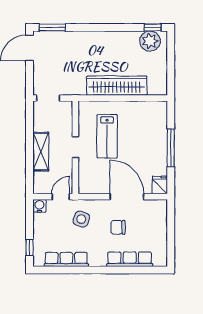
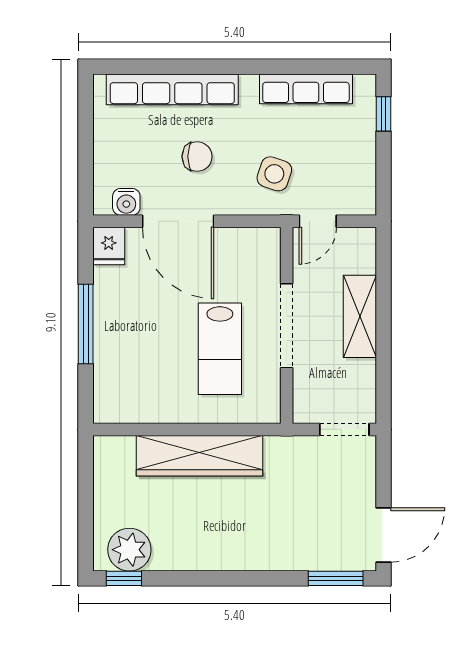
lab bench: (107, 136) -> (220, 349), turned 180
doorway: (75, 147) -> (287, 326), width x1.88
water cooler: (39, 206) -> (126, 202), moved
row of seats: (130, 259) -> (172, 89), width x1.36

